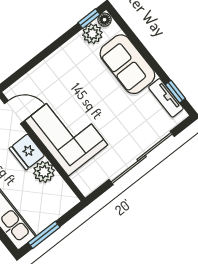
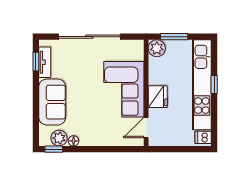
floor lamp: (105, 20) -> (74, 141), moved
door: (14, 112) -> (146, 127), hinge flipped
plant: (44, 172) -> (157, 48), moved
window: (44, 235) -> (174, 37), moved

